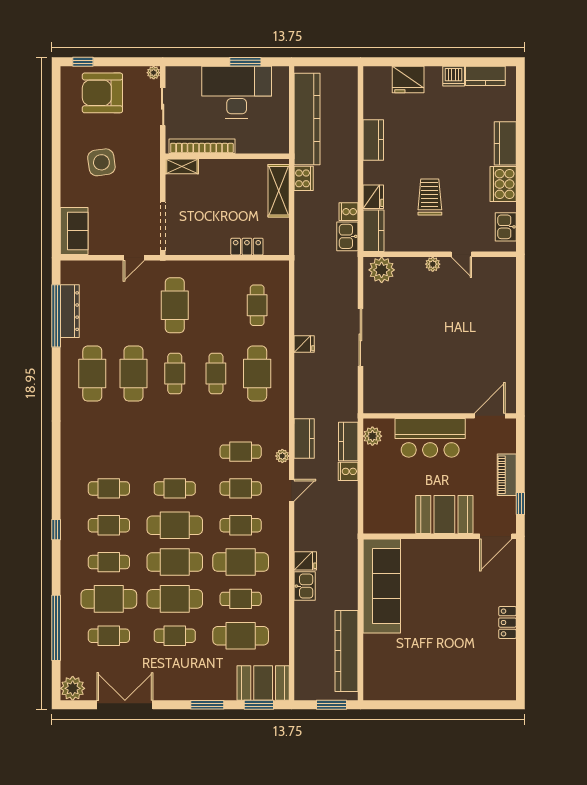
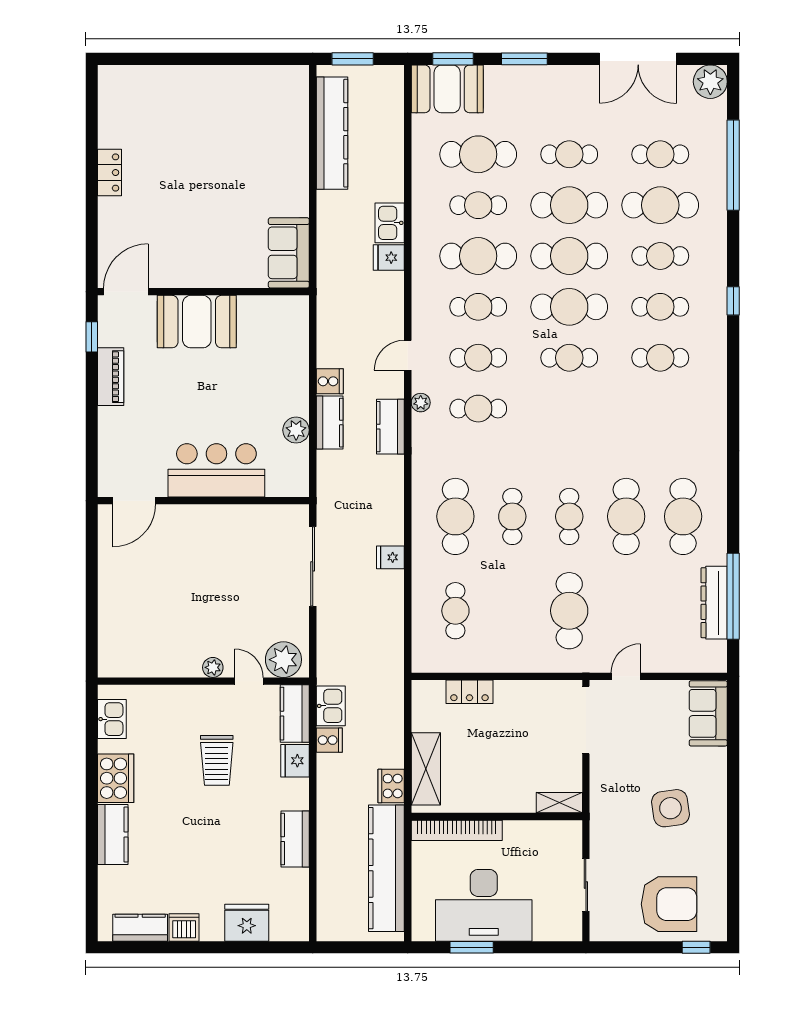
plant: (154, 73) -> (598, 932), removed
bookcase: (202, 146) -> (457, 830), moved
door: (461, 254) -> (249, 681), moved
wall: (440, 416) -> (203, 501), moved
door: (490, 416) -> (134, 501), moved
bar counter: (430, 438) -> (216, 470), moved
sofa: (382, 586) -> (289, 253), width x0.54, depth x0.79

